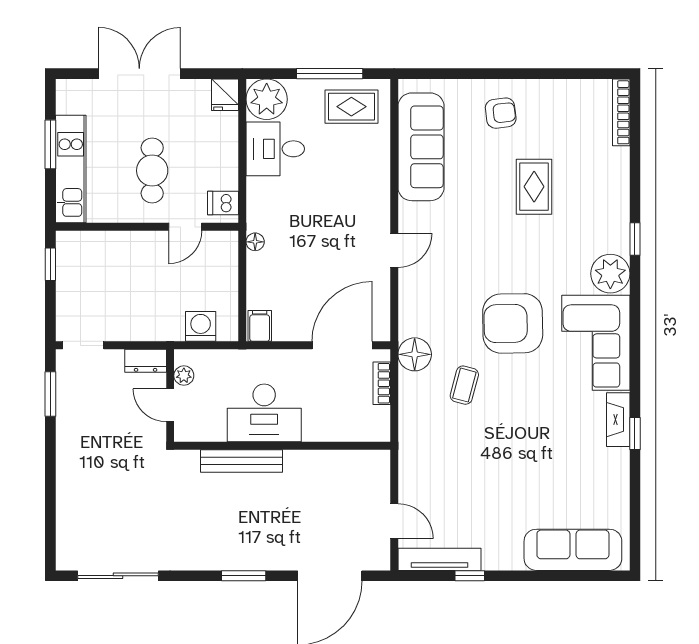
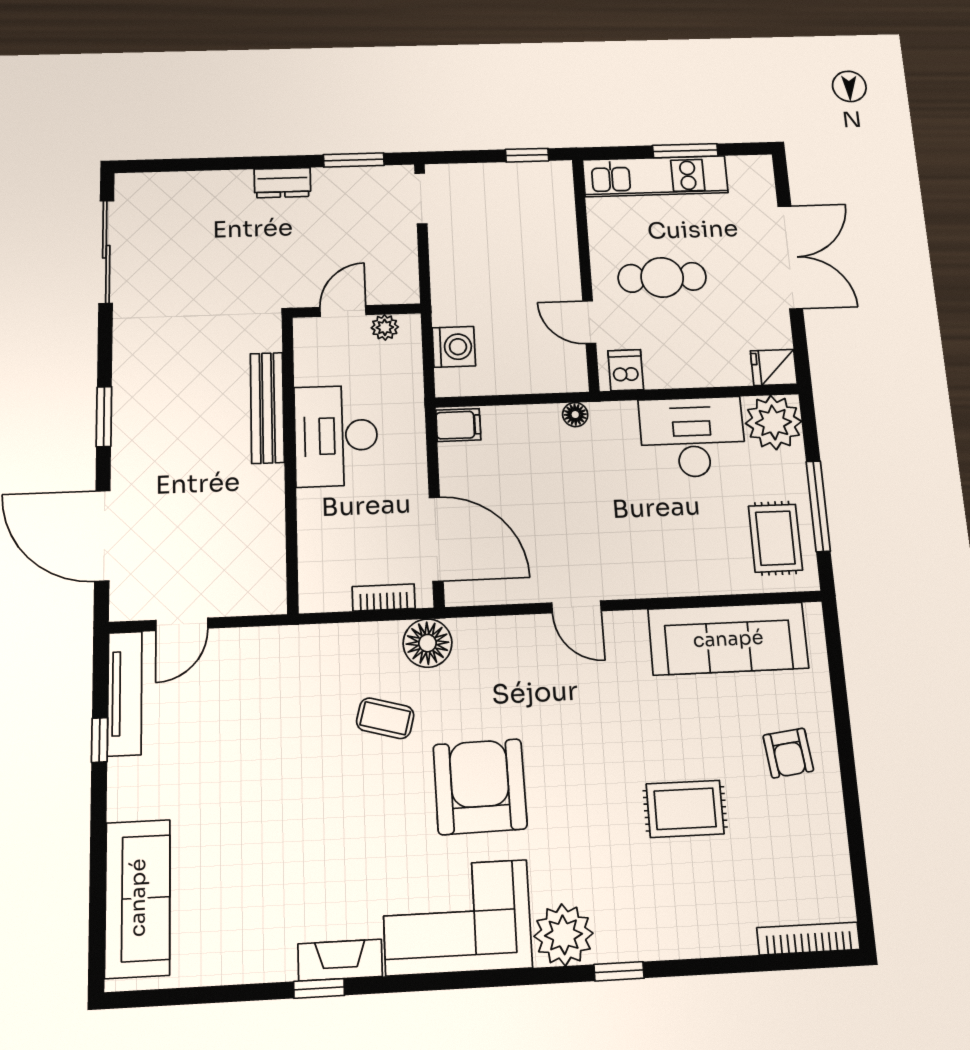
desk: (275, 149) -> (692, 437), width x1.37
dresser: (146, 361) -> (282, 183), moved, turned -90

